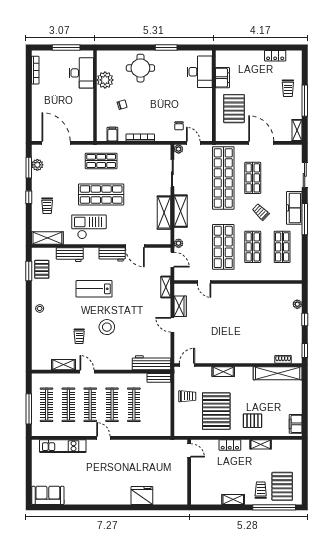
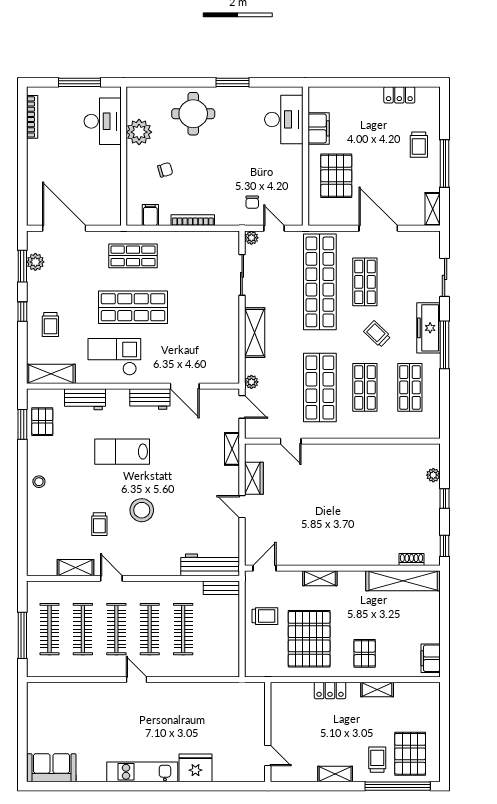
shelving: (164, 213) -> (229, 335), removed
pallet: (252, 421) -> (365, 653), turned 90
kitchen unit: (63, 446) -> (142, 772), moved, turned 180
door: (189, 450) -> (268, 756), moved

